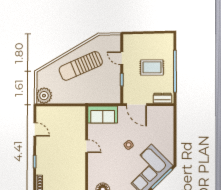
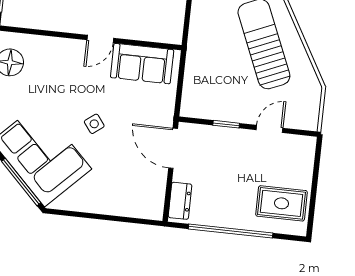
rug: (152, 67) -> (281, 203), moved, turned 90
door: (136, 105) -> (173, 148), hinge flipped
sofa: (103, 115) -> (142, 64), moved, turned -90

